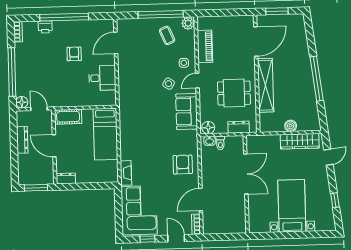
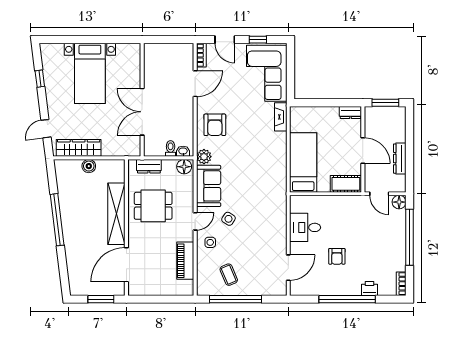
plant: (188, 23) -> (204, 157), moved

